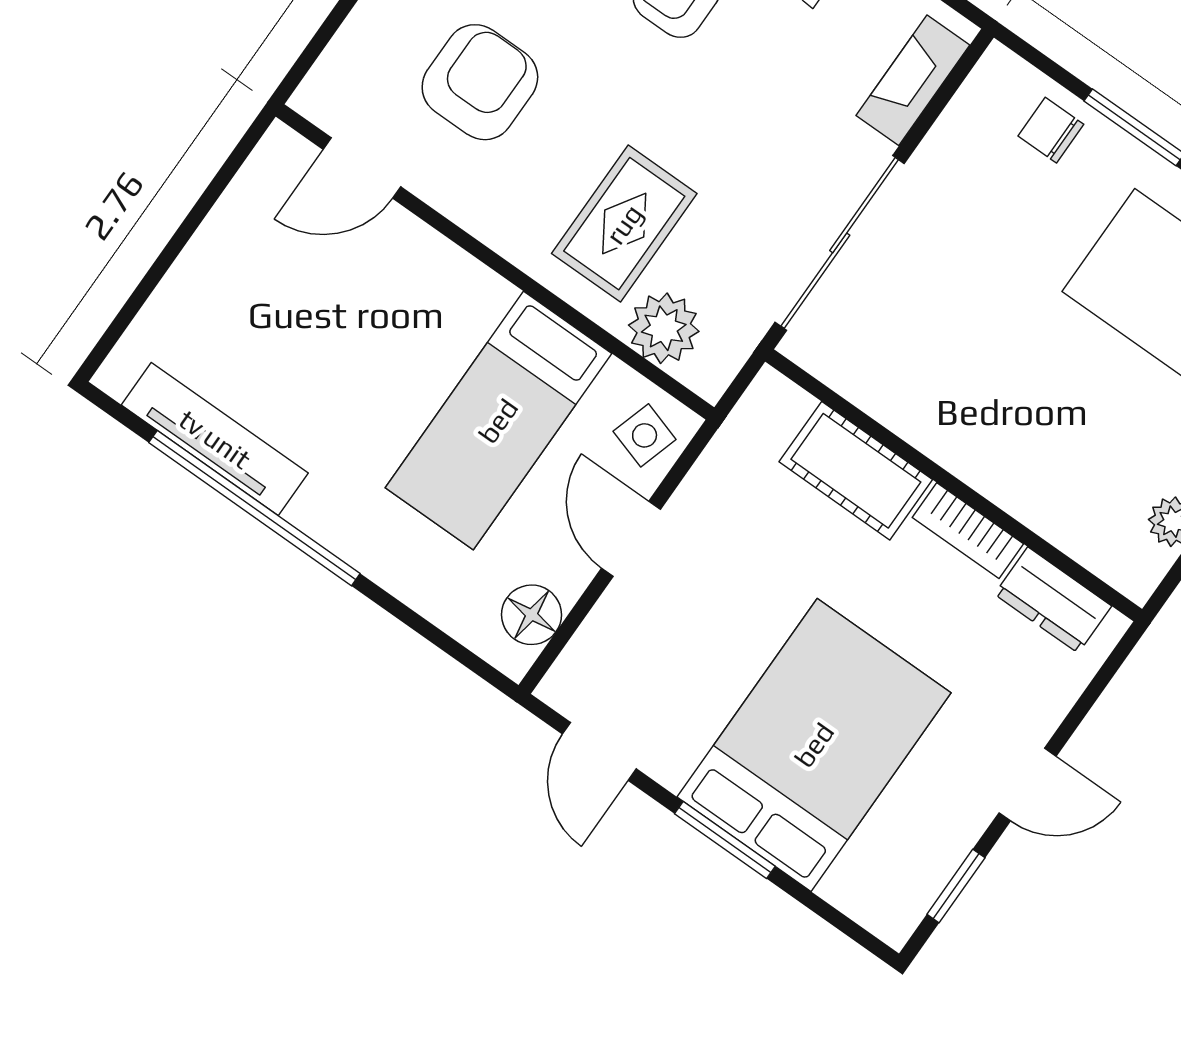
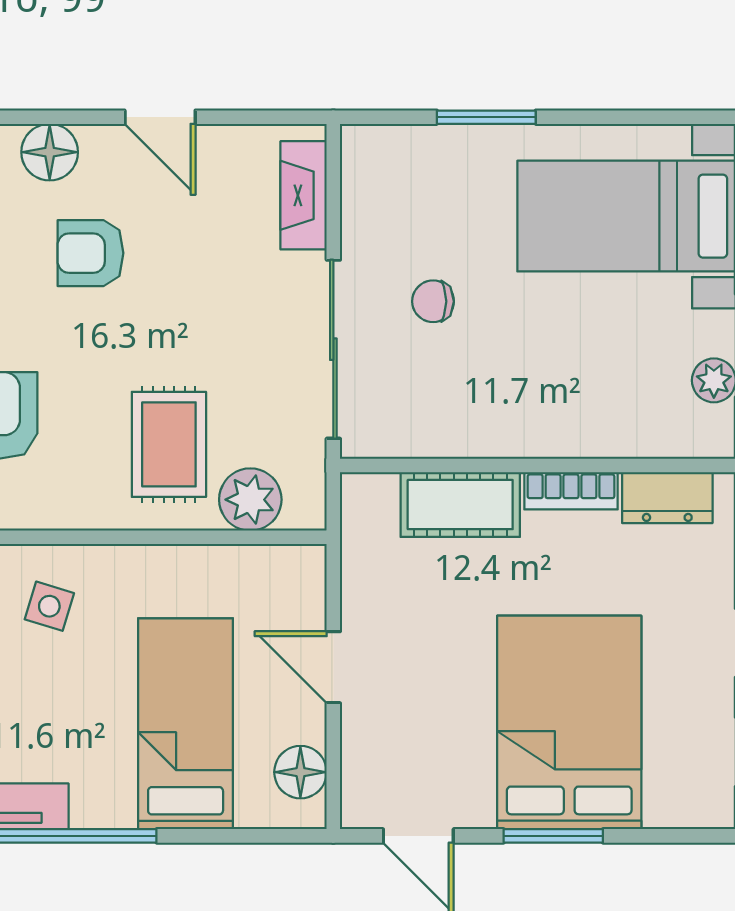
chair: (1051, 130) -> (433, 301), moved
bed: (498, 421) -> (186, 724), moved, turned 180
side table: (645, 435) -> (49, 606), moved

